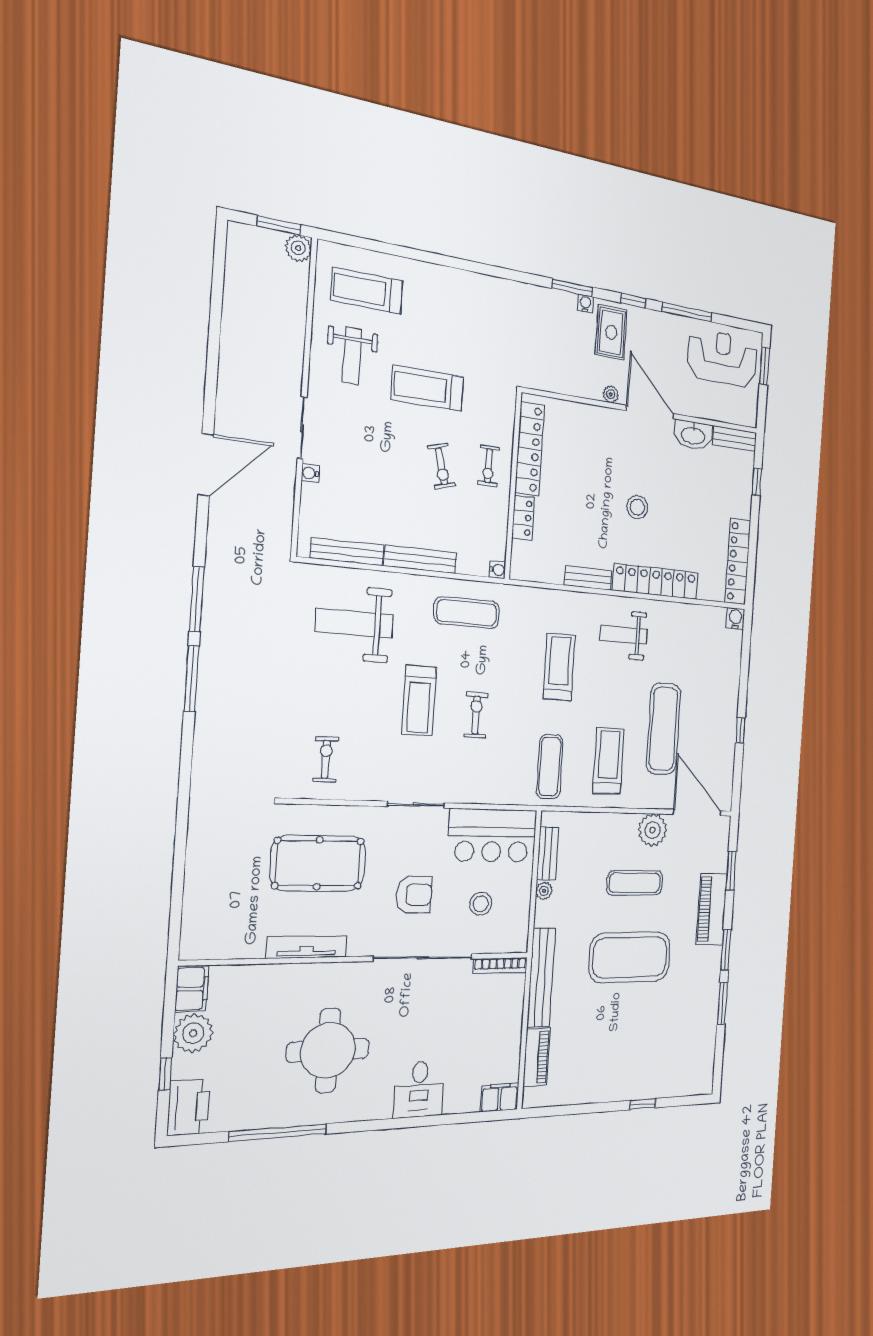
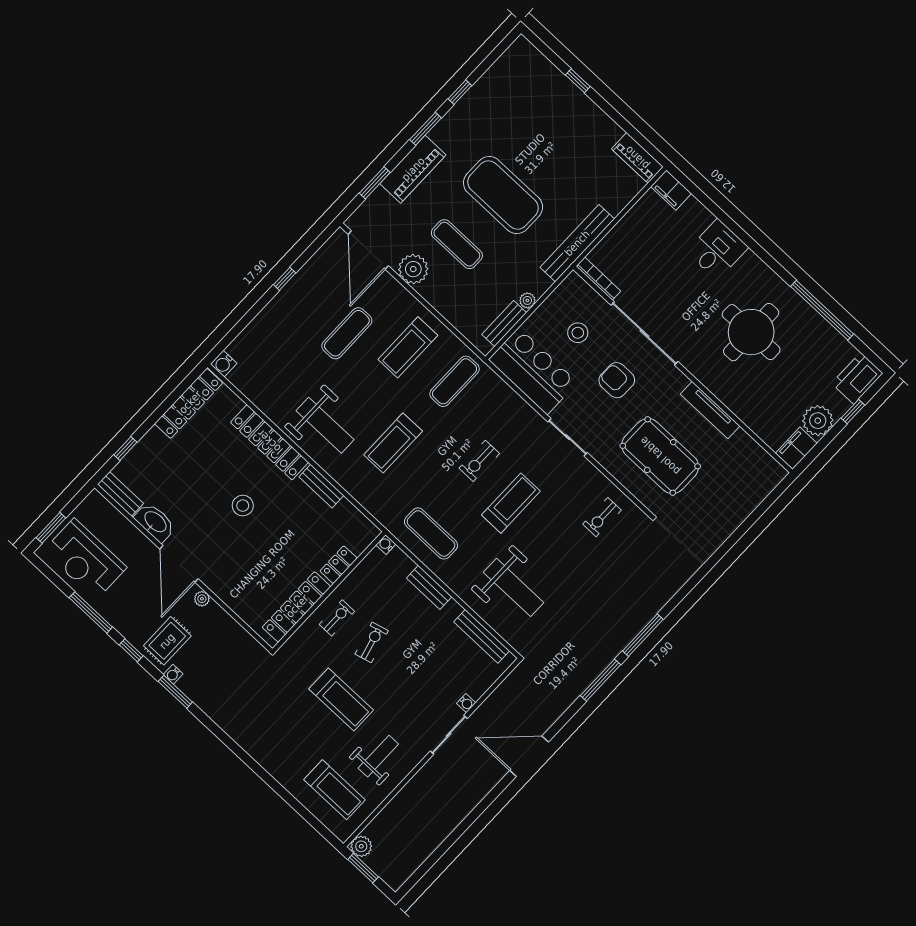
bench: (421, 559) -> (429, 587), width x0.73
weight bench: (624, 635) -> (325, 425), width x1.36, depth x1.33
exercise mat: (664, 729) -> (347, 333), width x0.73, depth x0.69
window: (722, 1003) -> (460, 92), width x0.67
piano: (536, 1057) -> (637, 158), moved, turned -90

